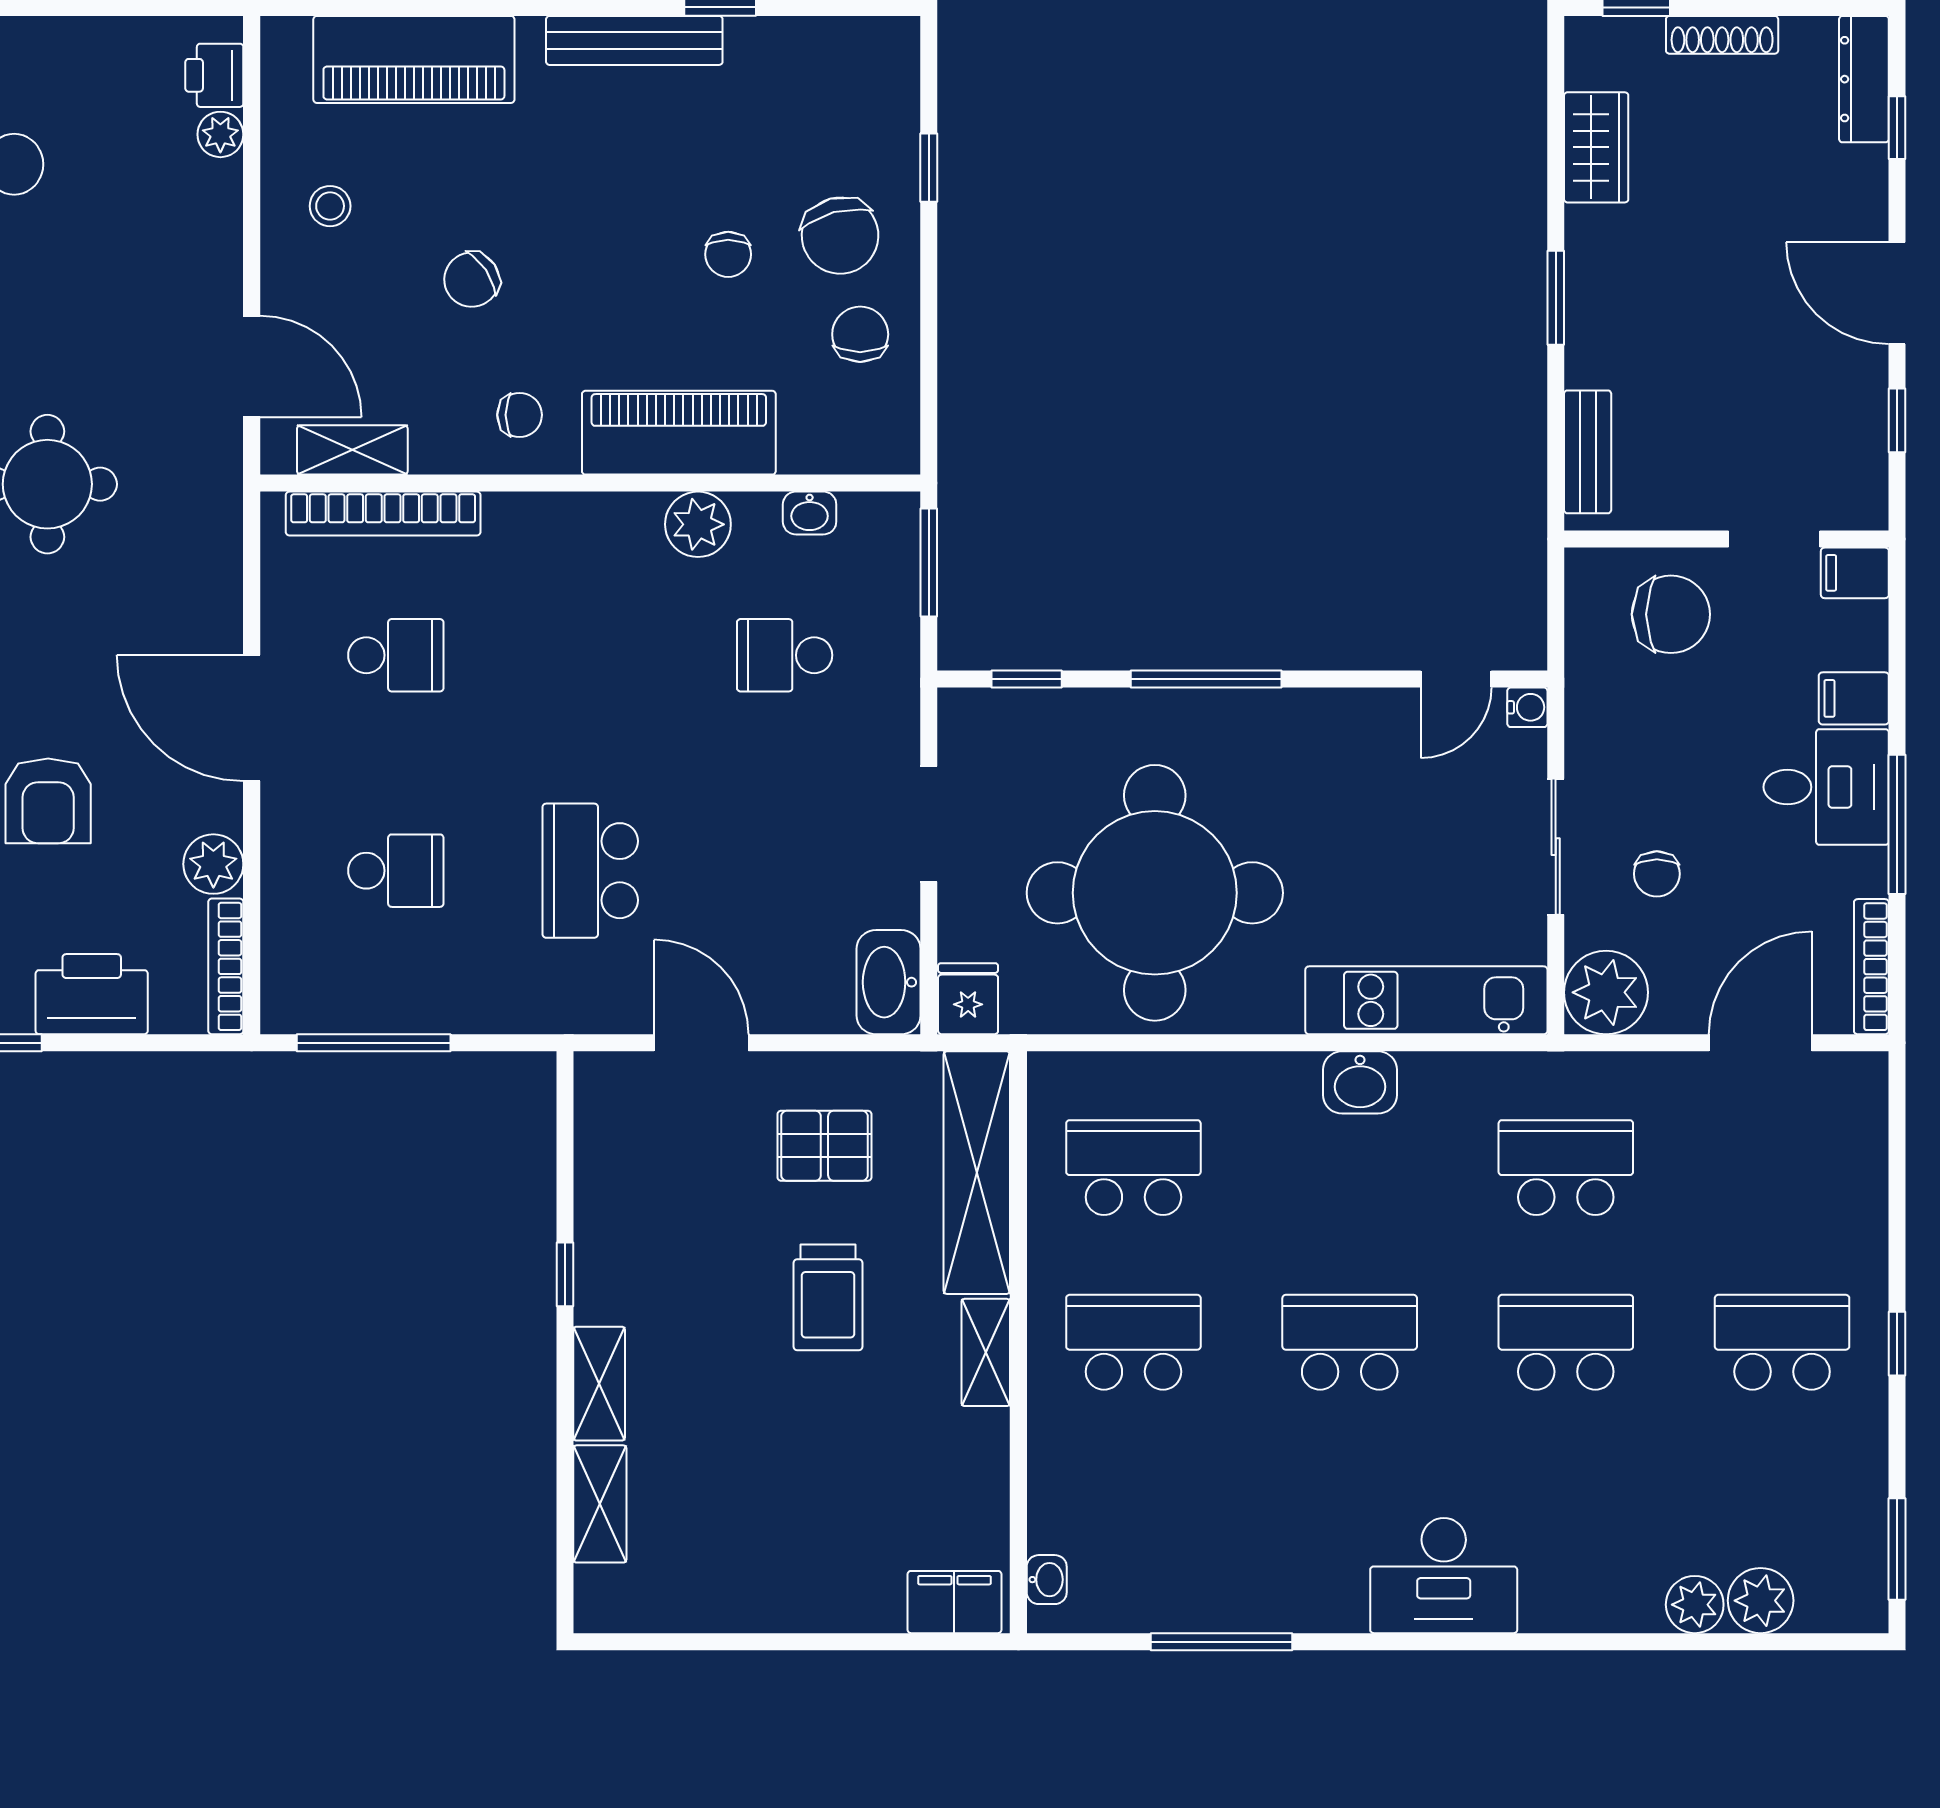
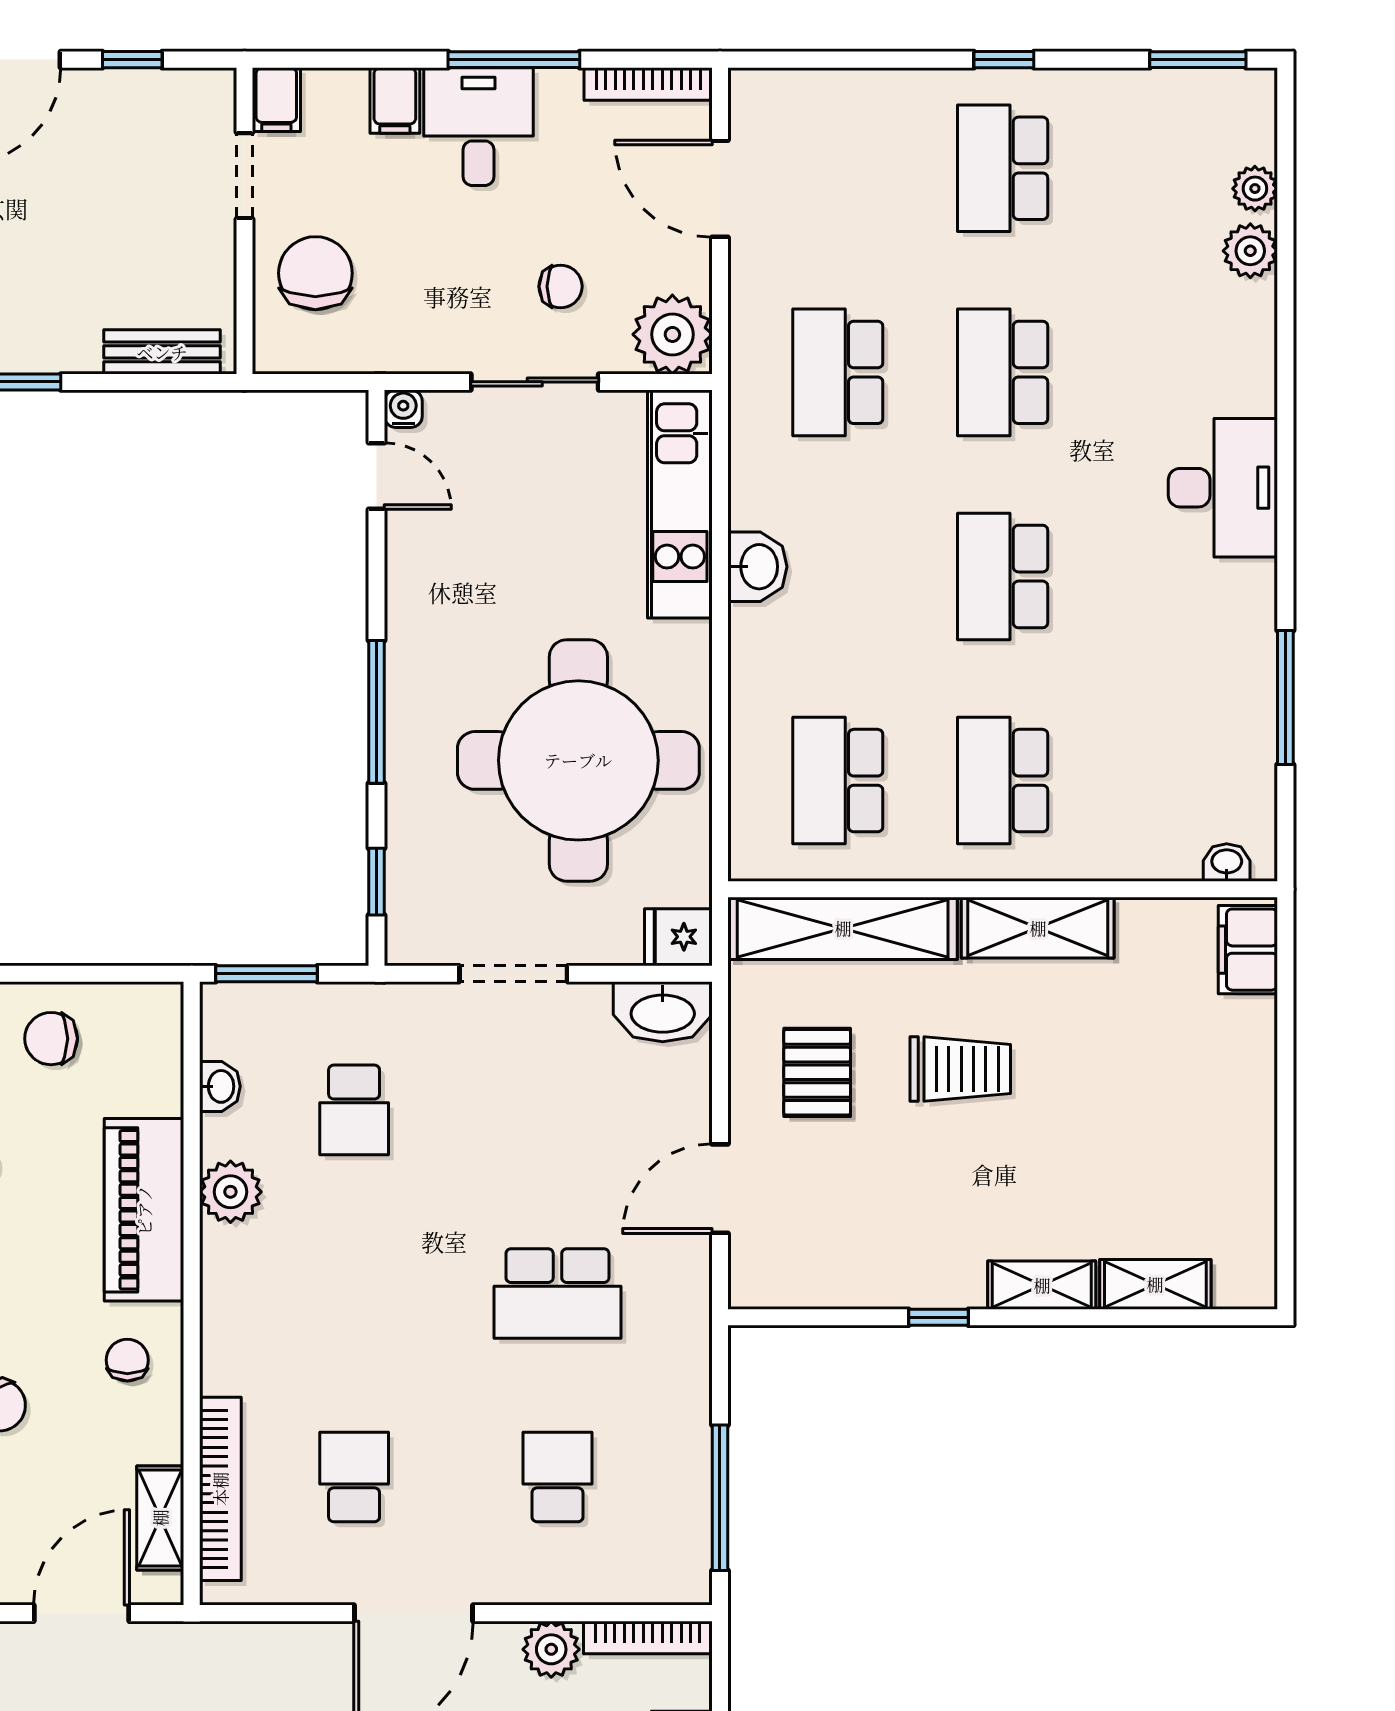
shelving: (986, 1352) -> (1038, 928), width x1.50, depth x1.33
plant: (1761, 1601) -> (1255, 189), width x0.73, depth x0.73

